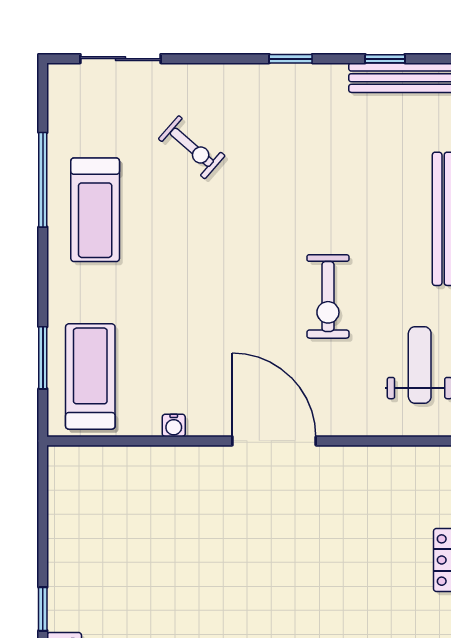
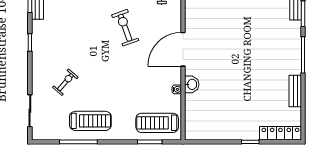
exercise bike: (328, 296) -> (125, 28), turned -110
washbasin: (186, 463) -> (192, 84), added

